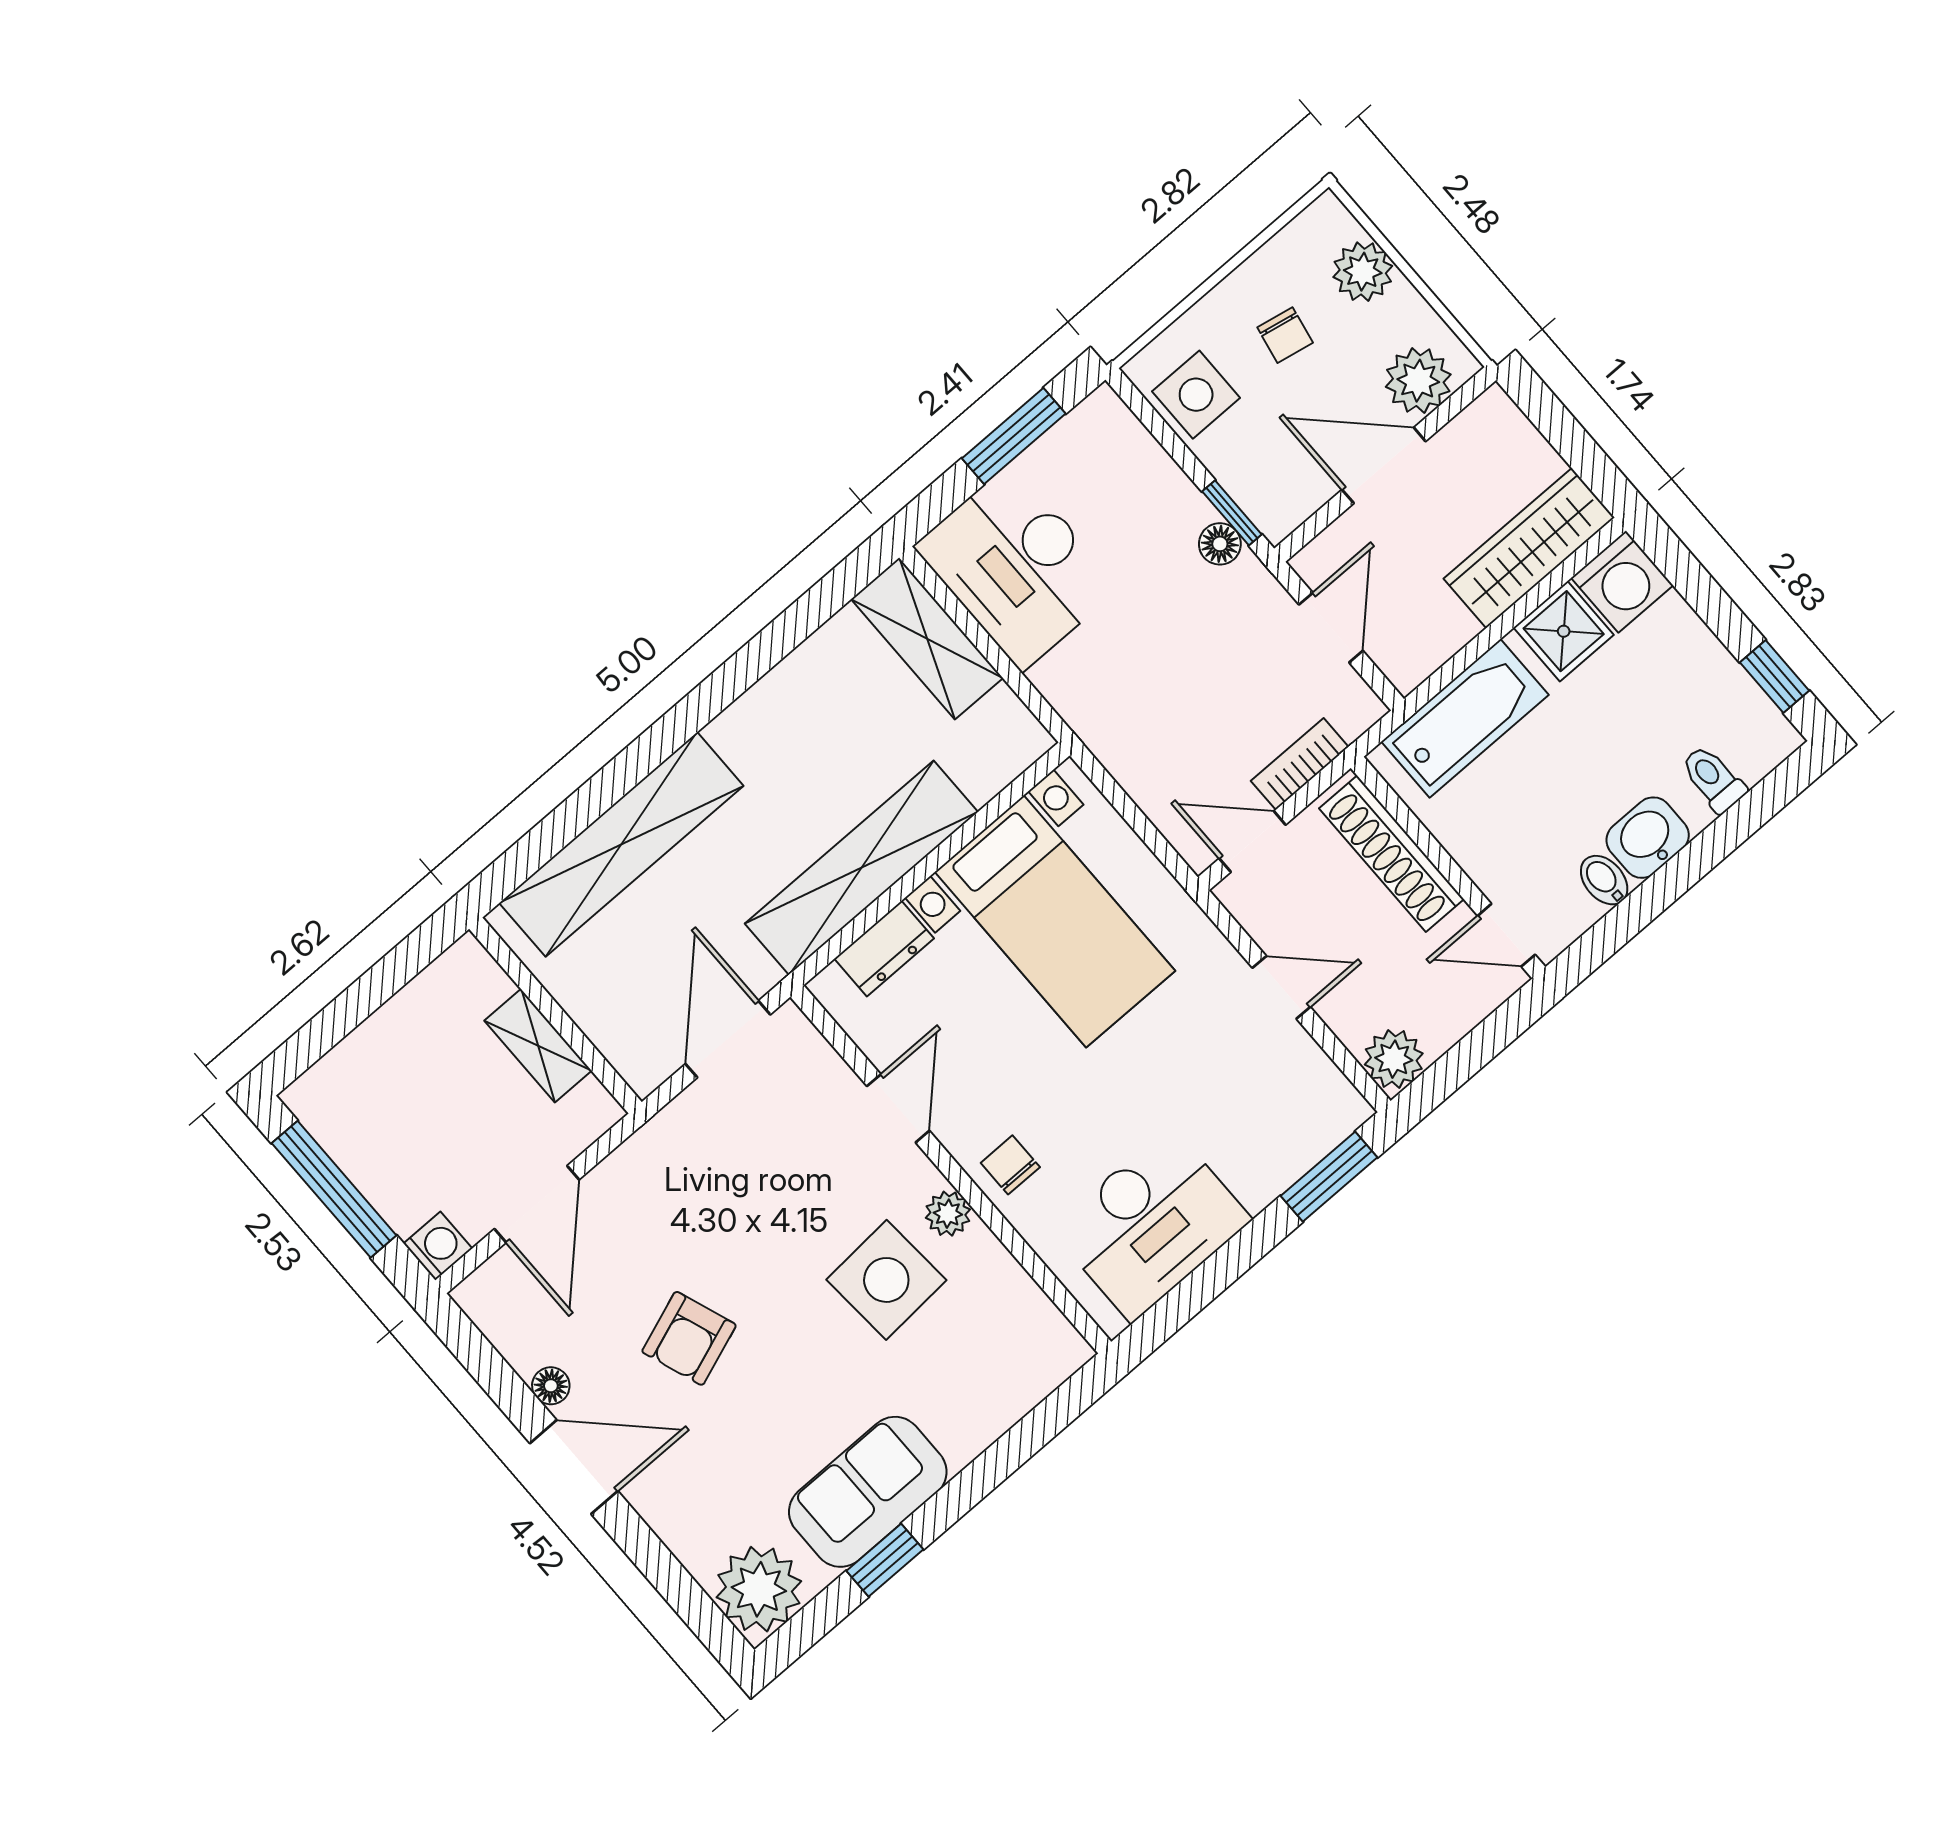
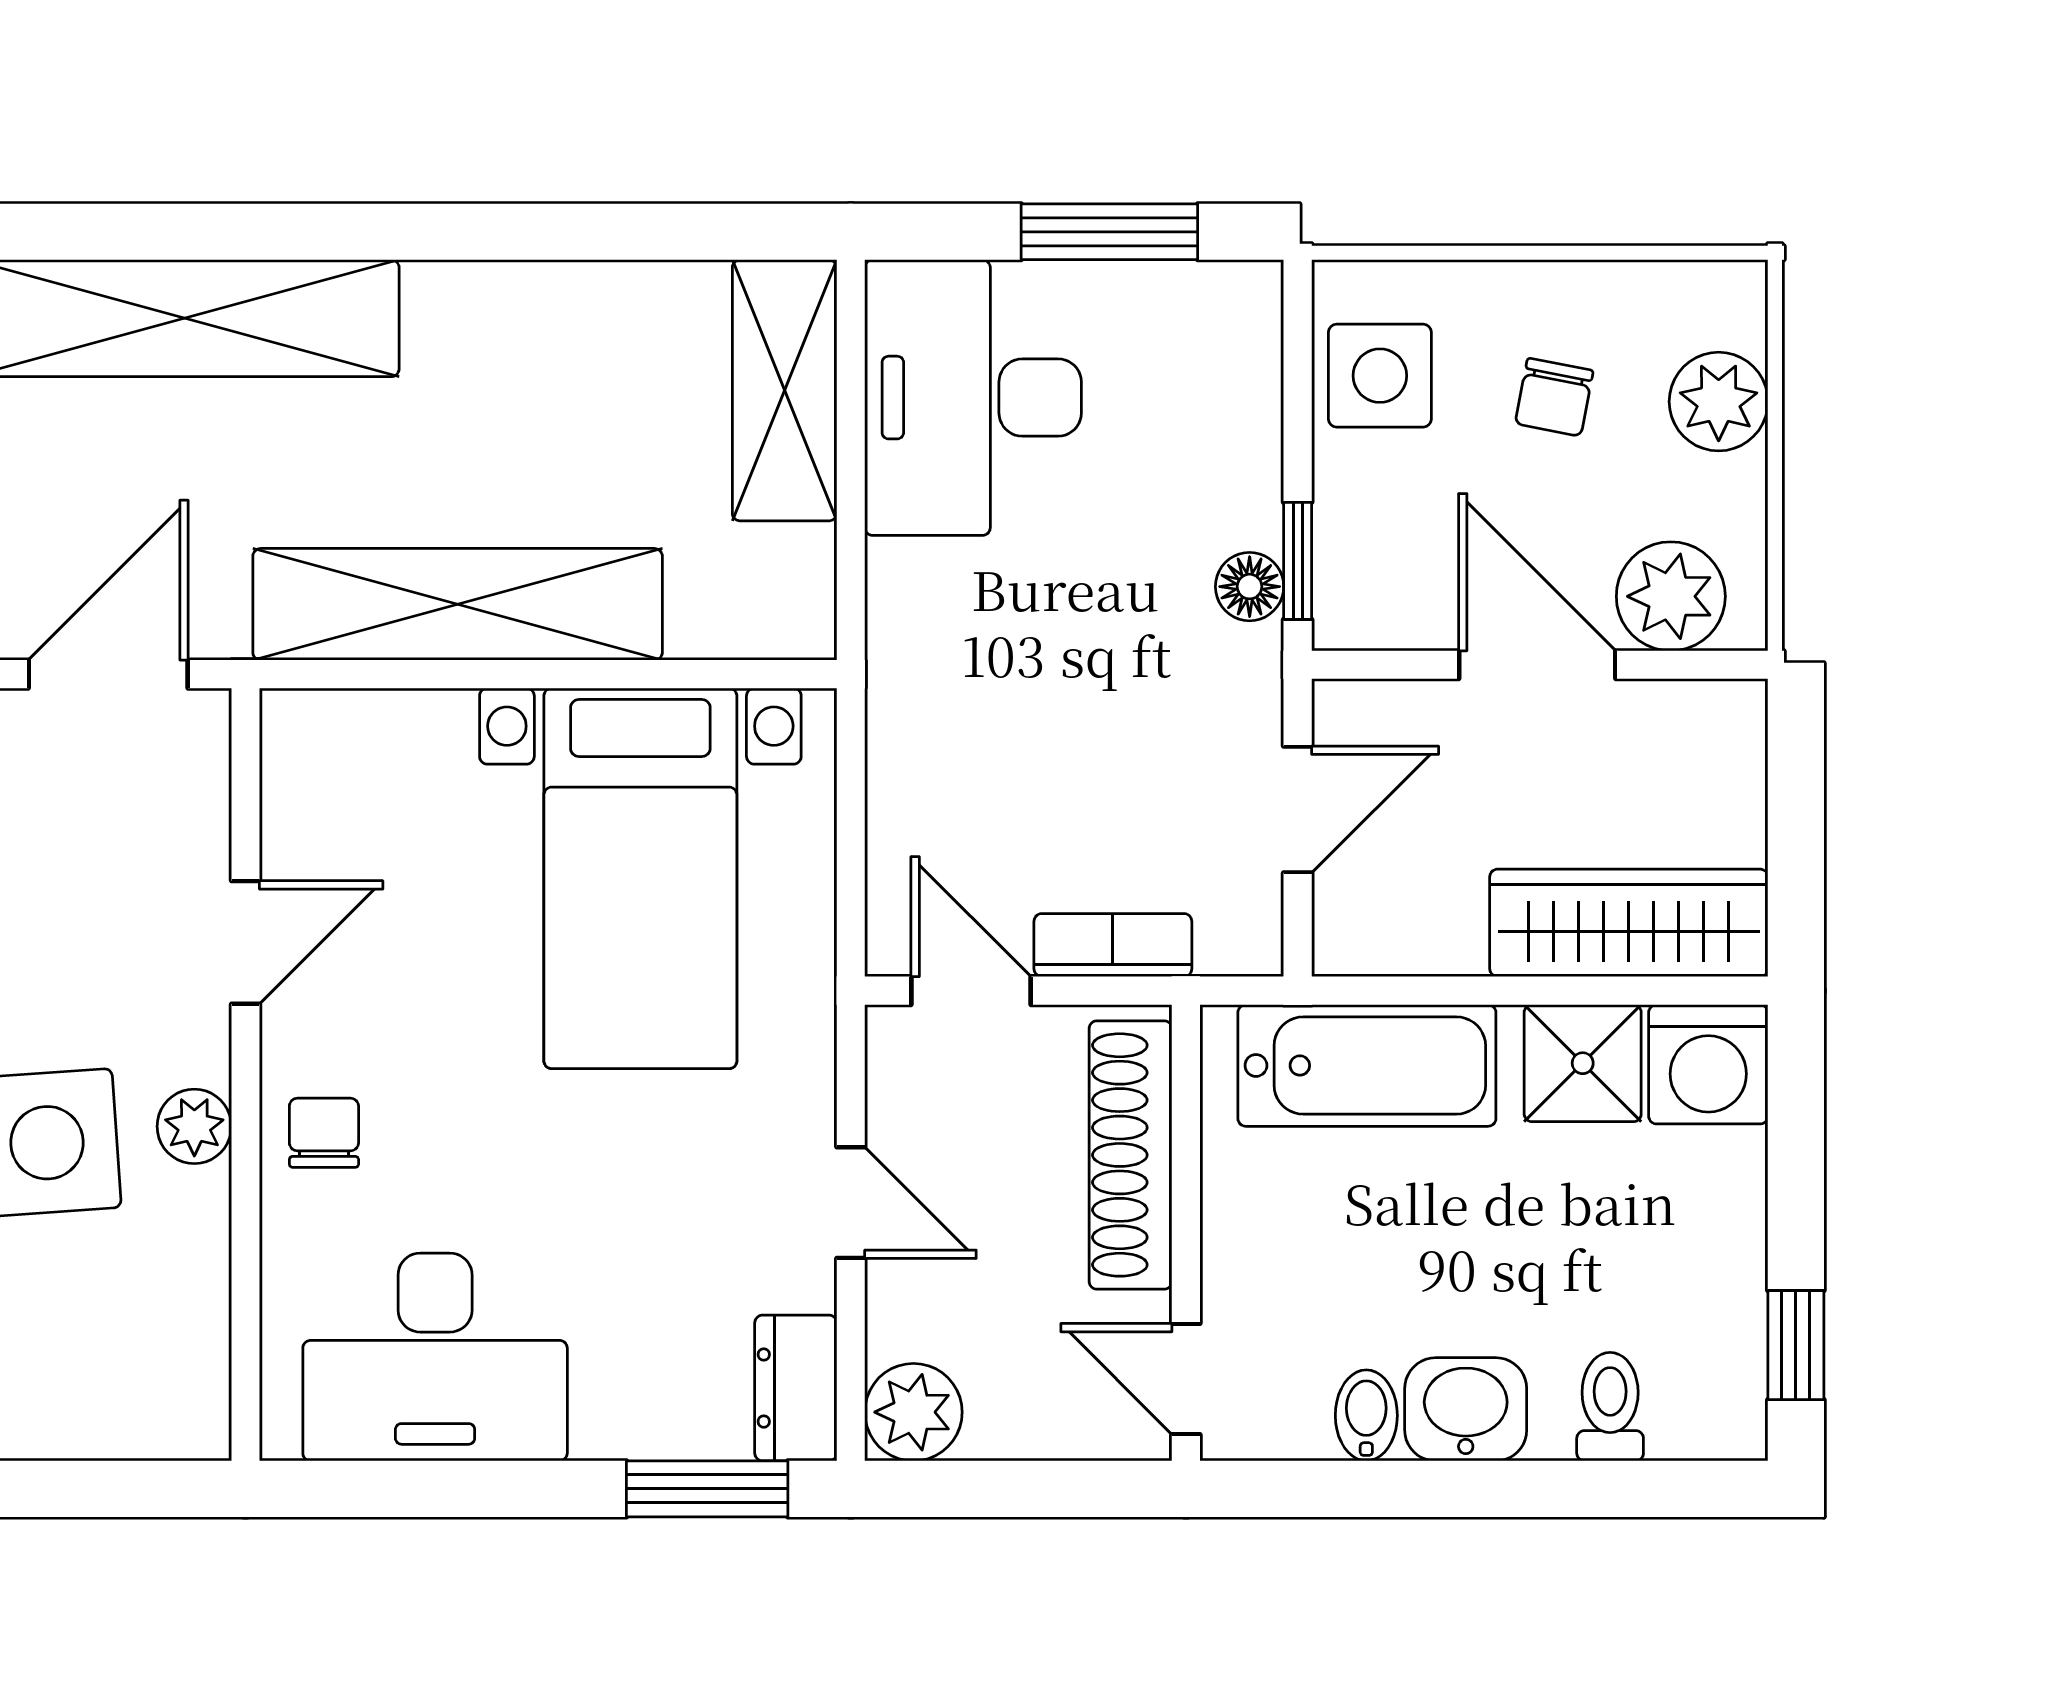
dresser: (884, 949) -> (796, 1388), moved, turned 90

